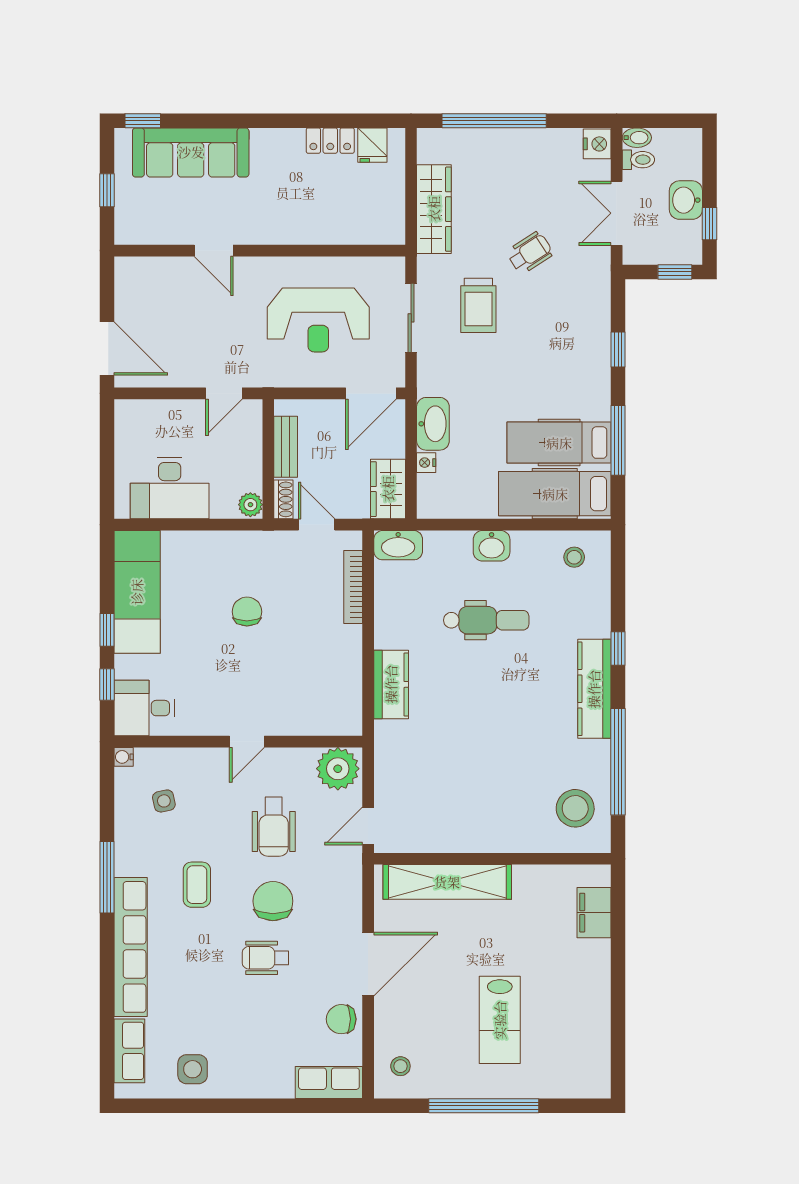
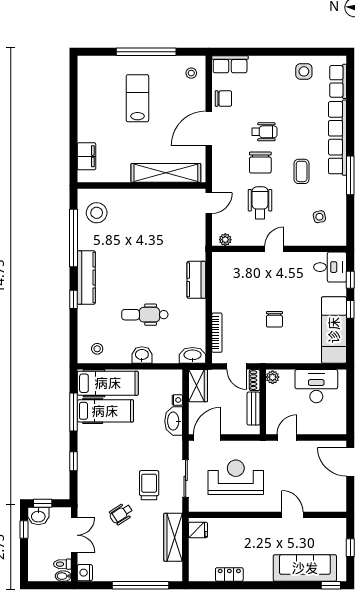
fridge: (372, 145) -> (198, 530), moved, turned 90
washbasin: (686, 200) -> (38, 516), moved, turned 90
water cooler: (124, 757) -> (341, 241), removed
plant: (338, 769) -> (225, 240), width x0.53, depth x0.53

